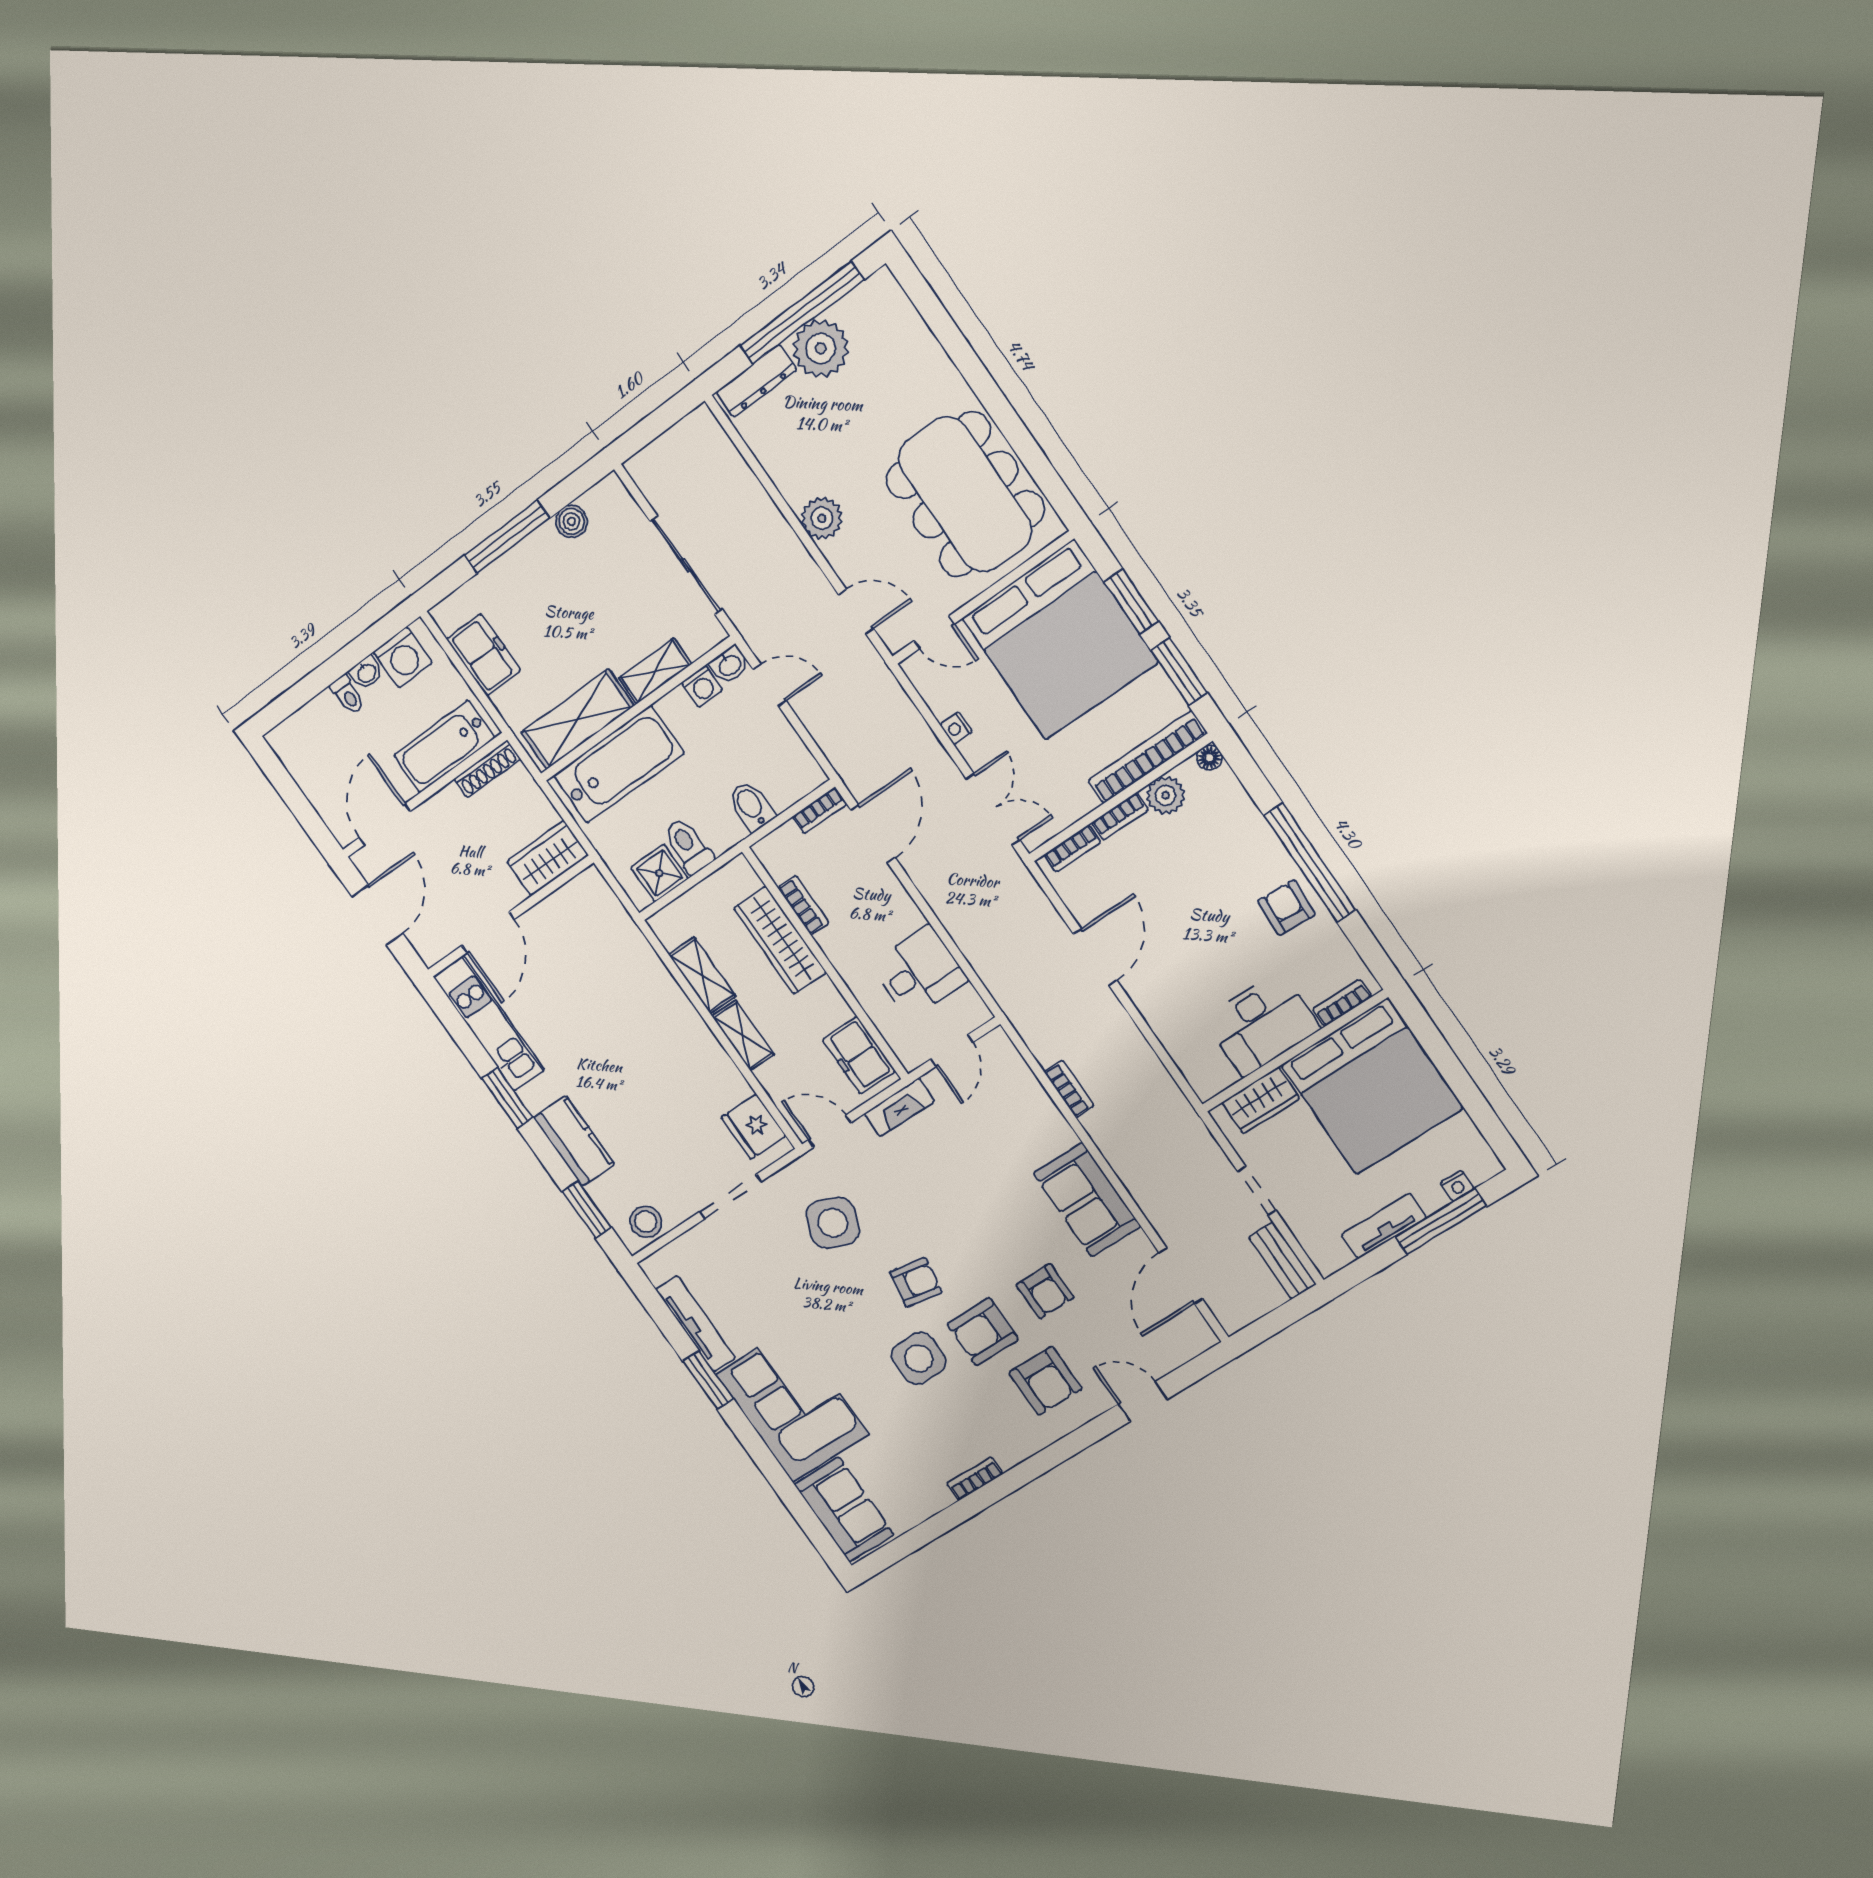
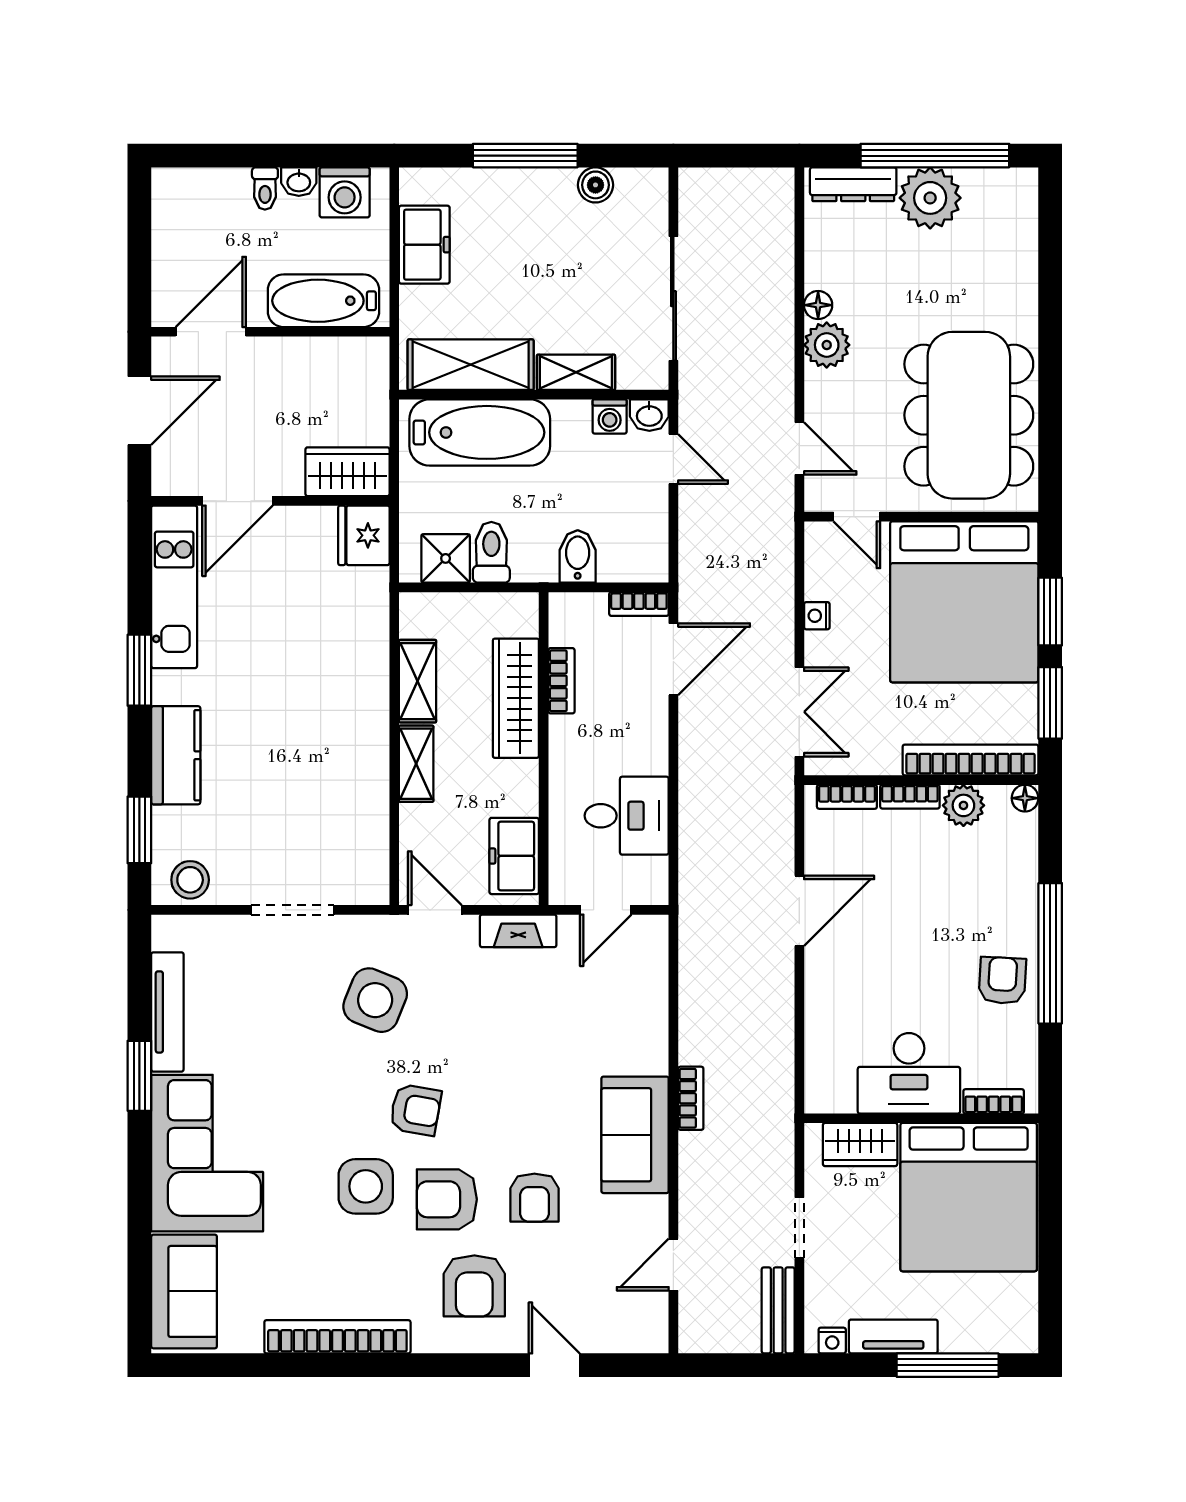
floor lamp: (794, 493) -> (818, 305), added
shoe rack: (487, 769) -> (350, 350), removed
bookcase: (1069, 1089) -> (691, 1098), moved
fridge: (754, 1127) -> (364, 535), moved
nightstand: (1457, 1186) -> (832, 1341), moved
door: (1181, 1276) -> (673, 1265), width x0.73
bookcase: (975, 1479) -> (337, 1337), width x2.31, depth x1.31

